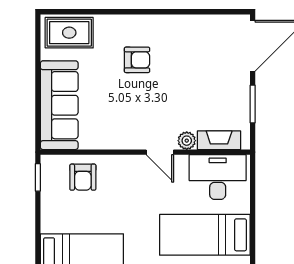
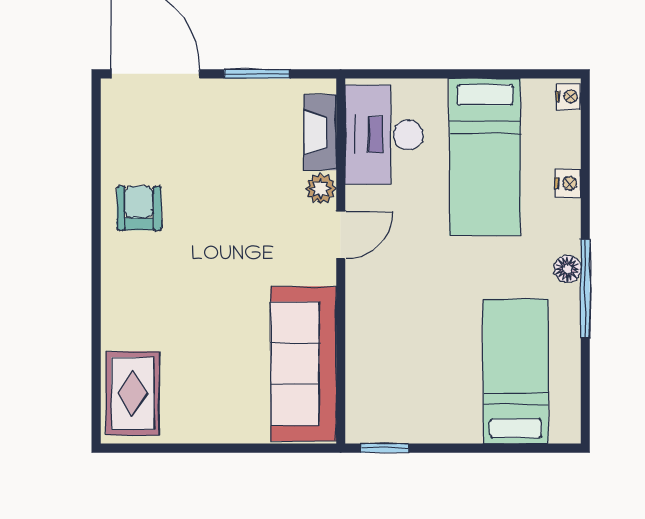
armchair: (137, 60) -> (139, 208), moved
sofa: (59, 105) -> (303, 364), moved, turned -90
armchair: (83, 177) -> (384, 370), removed

